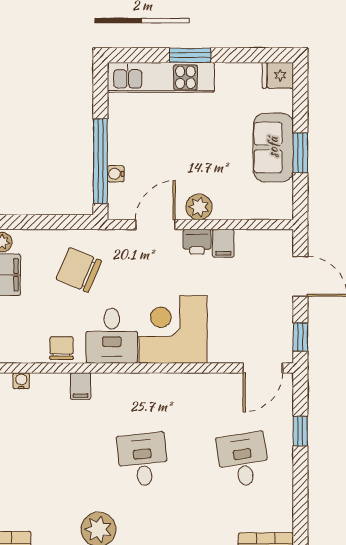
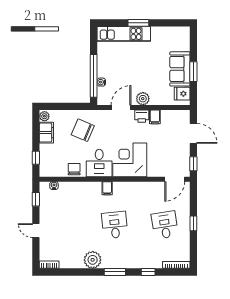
fridge: (278, 75) -> (182, 94), moved
filing cabinet: (81, 386) -> (107, 188), moved
window: (300, 431) -> (193, 223), moved

